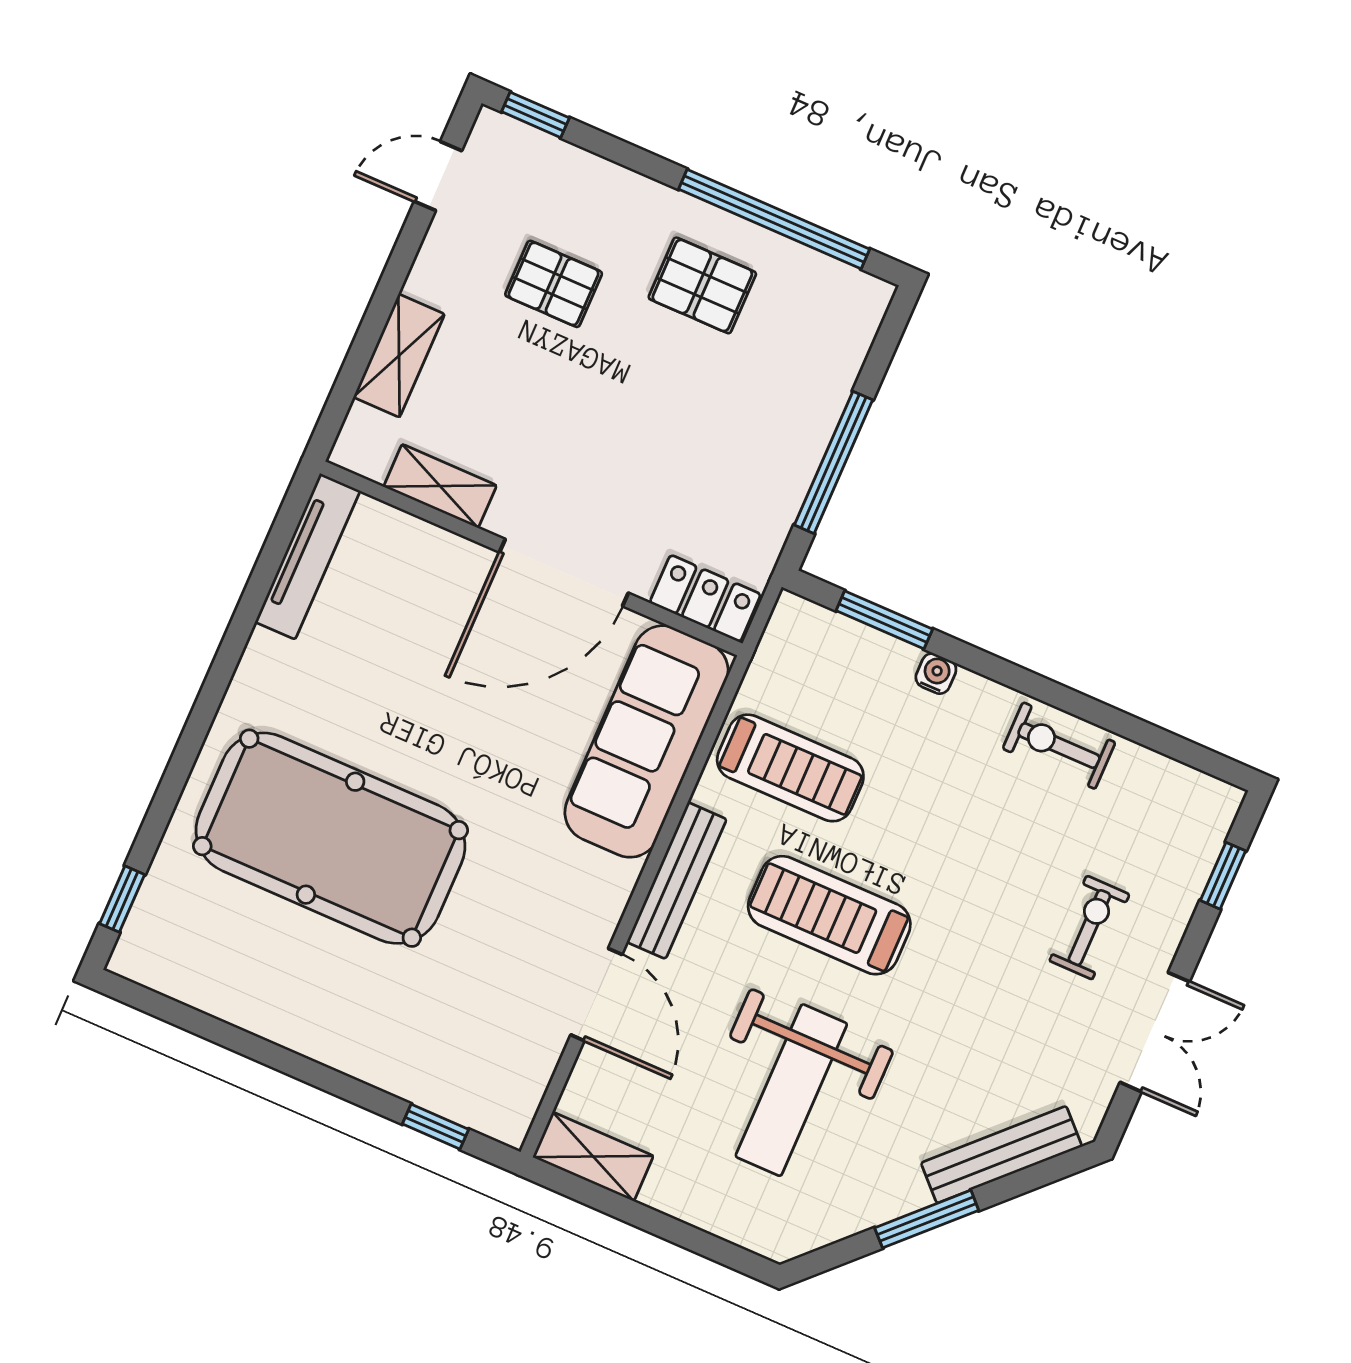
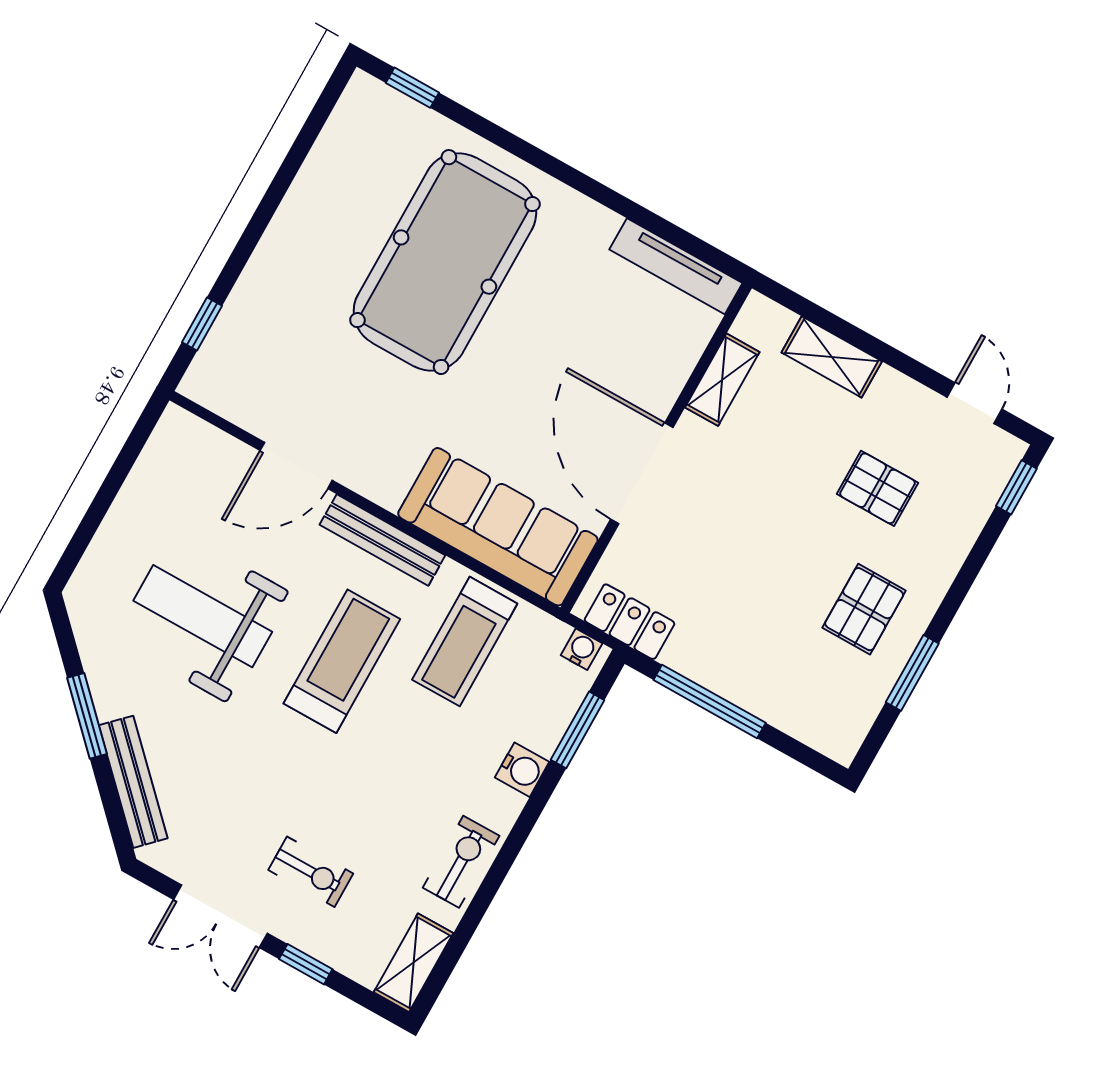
window: (774, 219) -> (912, 673), width x0.47
pallet: (554, 284) -> (877, 488), turned 90
locker: (705, 599) -> (630, 622), moved, turned -90
water cooler: (786, 625) -> (582, 649), added
water cooler: (936, 674) -> (522, 770), width x1.38, depth x1.38
window: (1223, 876) -> (306, 964), moved
shelving: (593, 1156) -> (413, 963), moved

